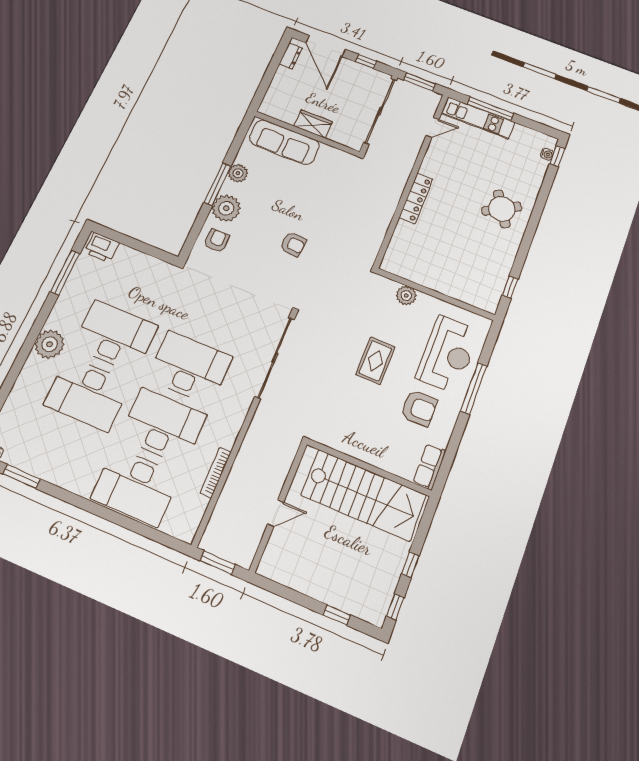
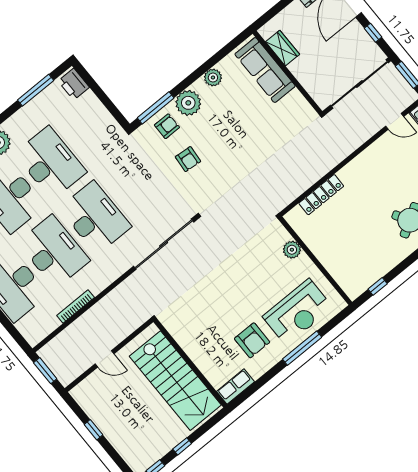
wardrobe: (313, 124) -> (283, 48), moved
window: (217, 184) -> (156, 108), moved
locker: (416, 198) -> (321, 195), moved
armchair: (293, 244) -> (188, 159), moved
rug: (375, 361) -> (239, 287), removed
window: (337, 615) -> (93, 430), moved

